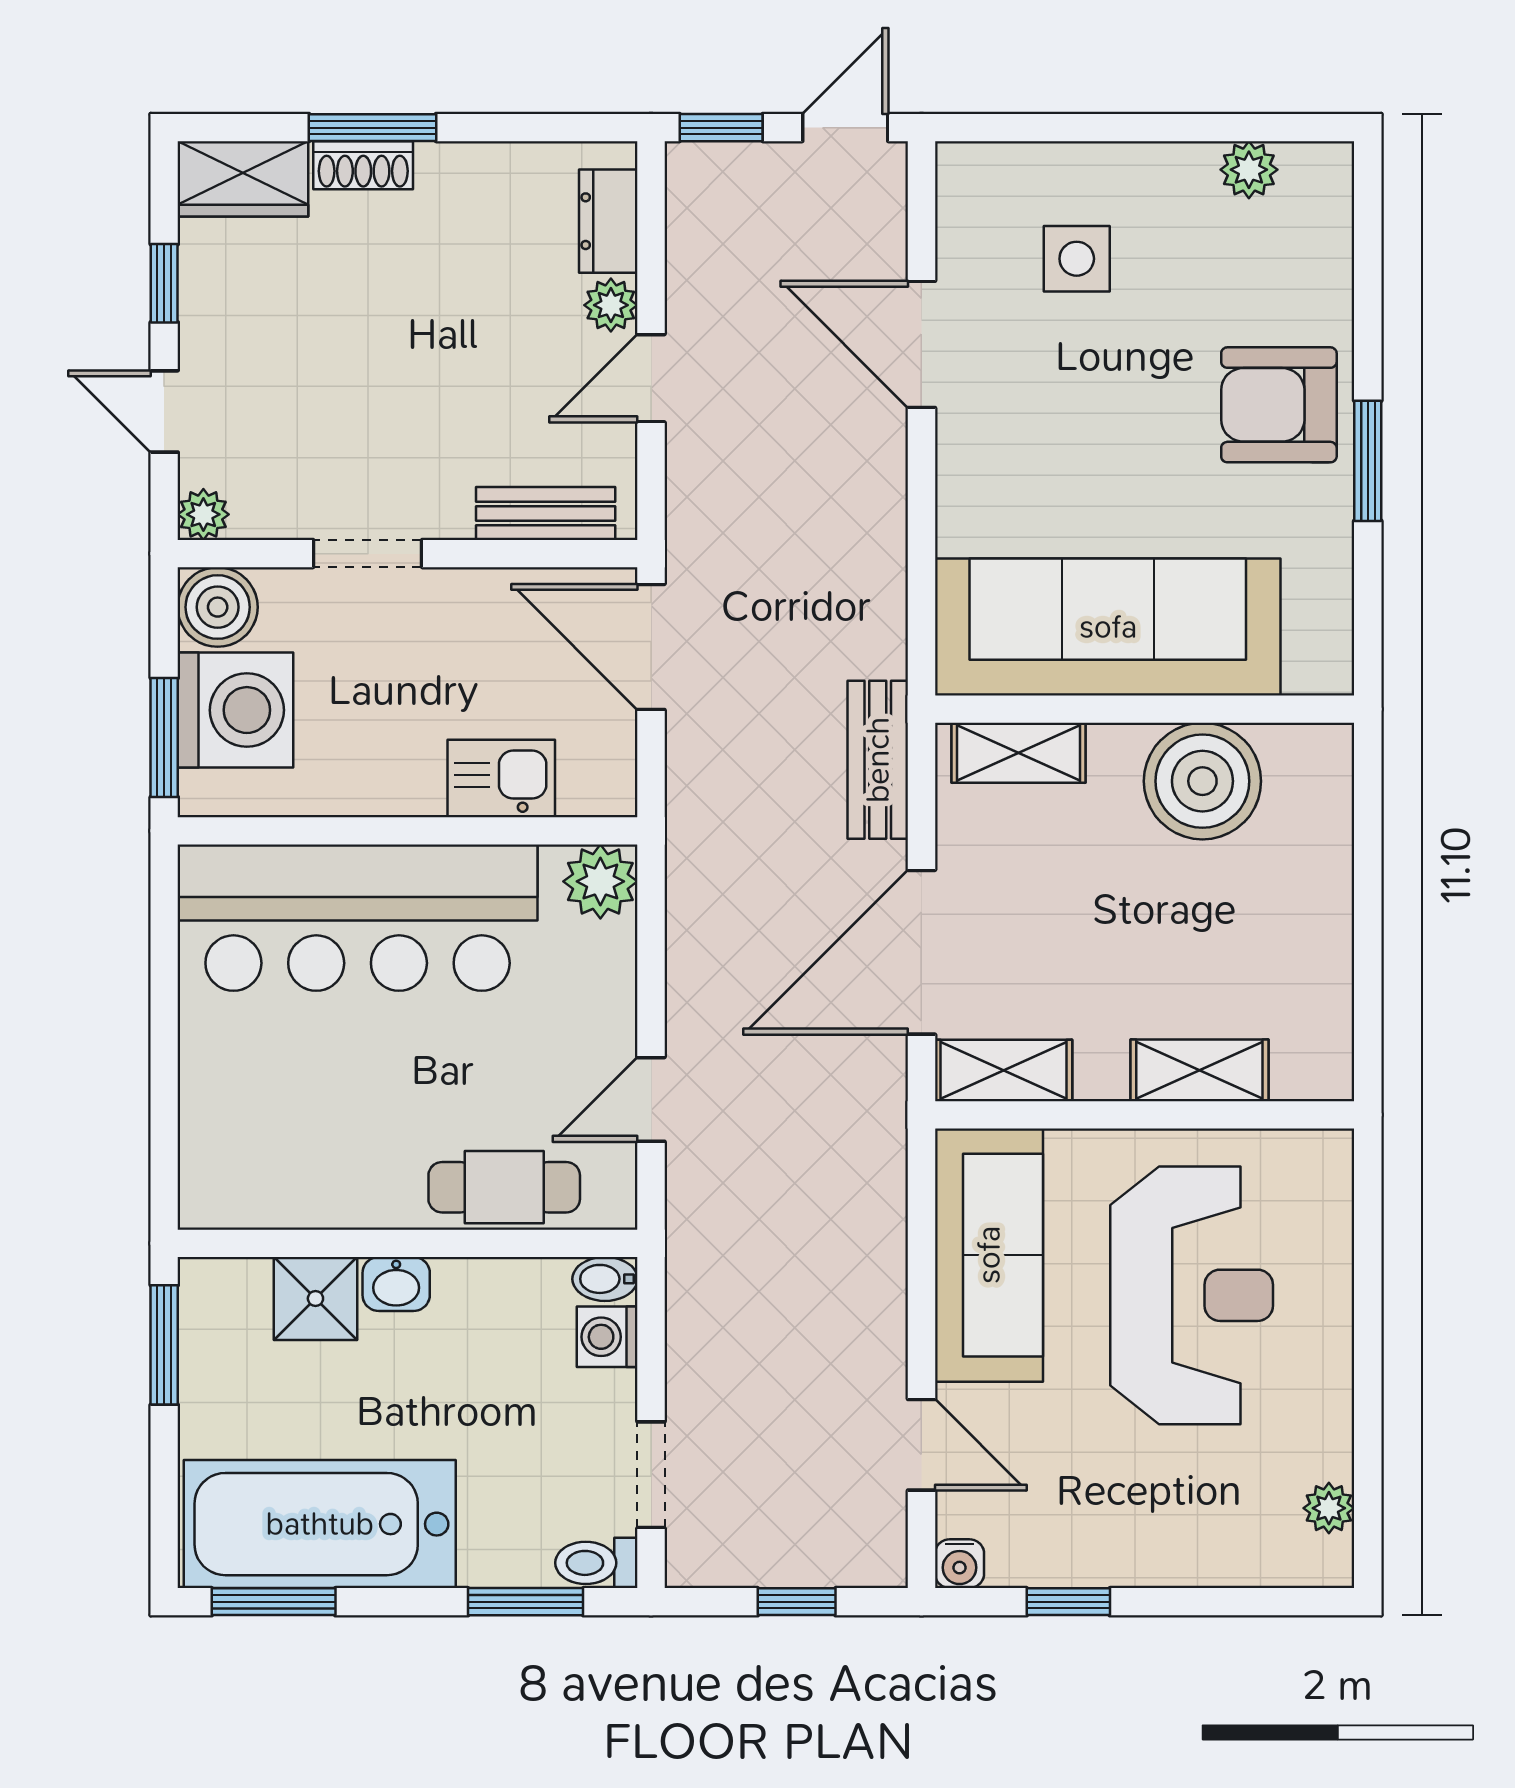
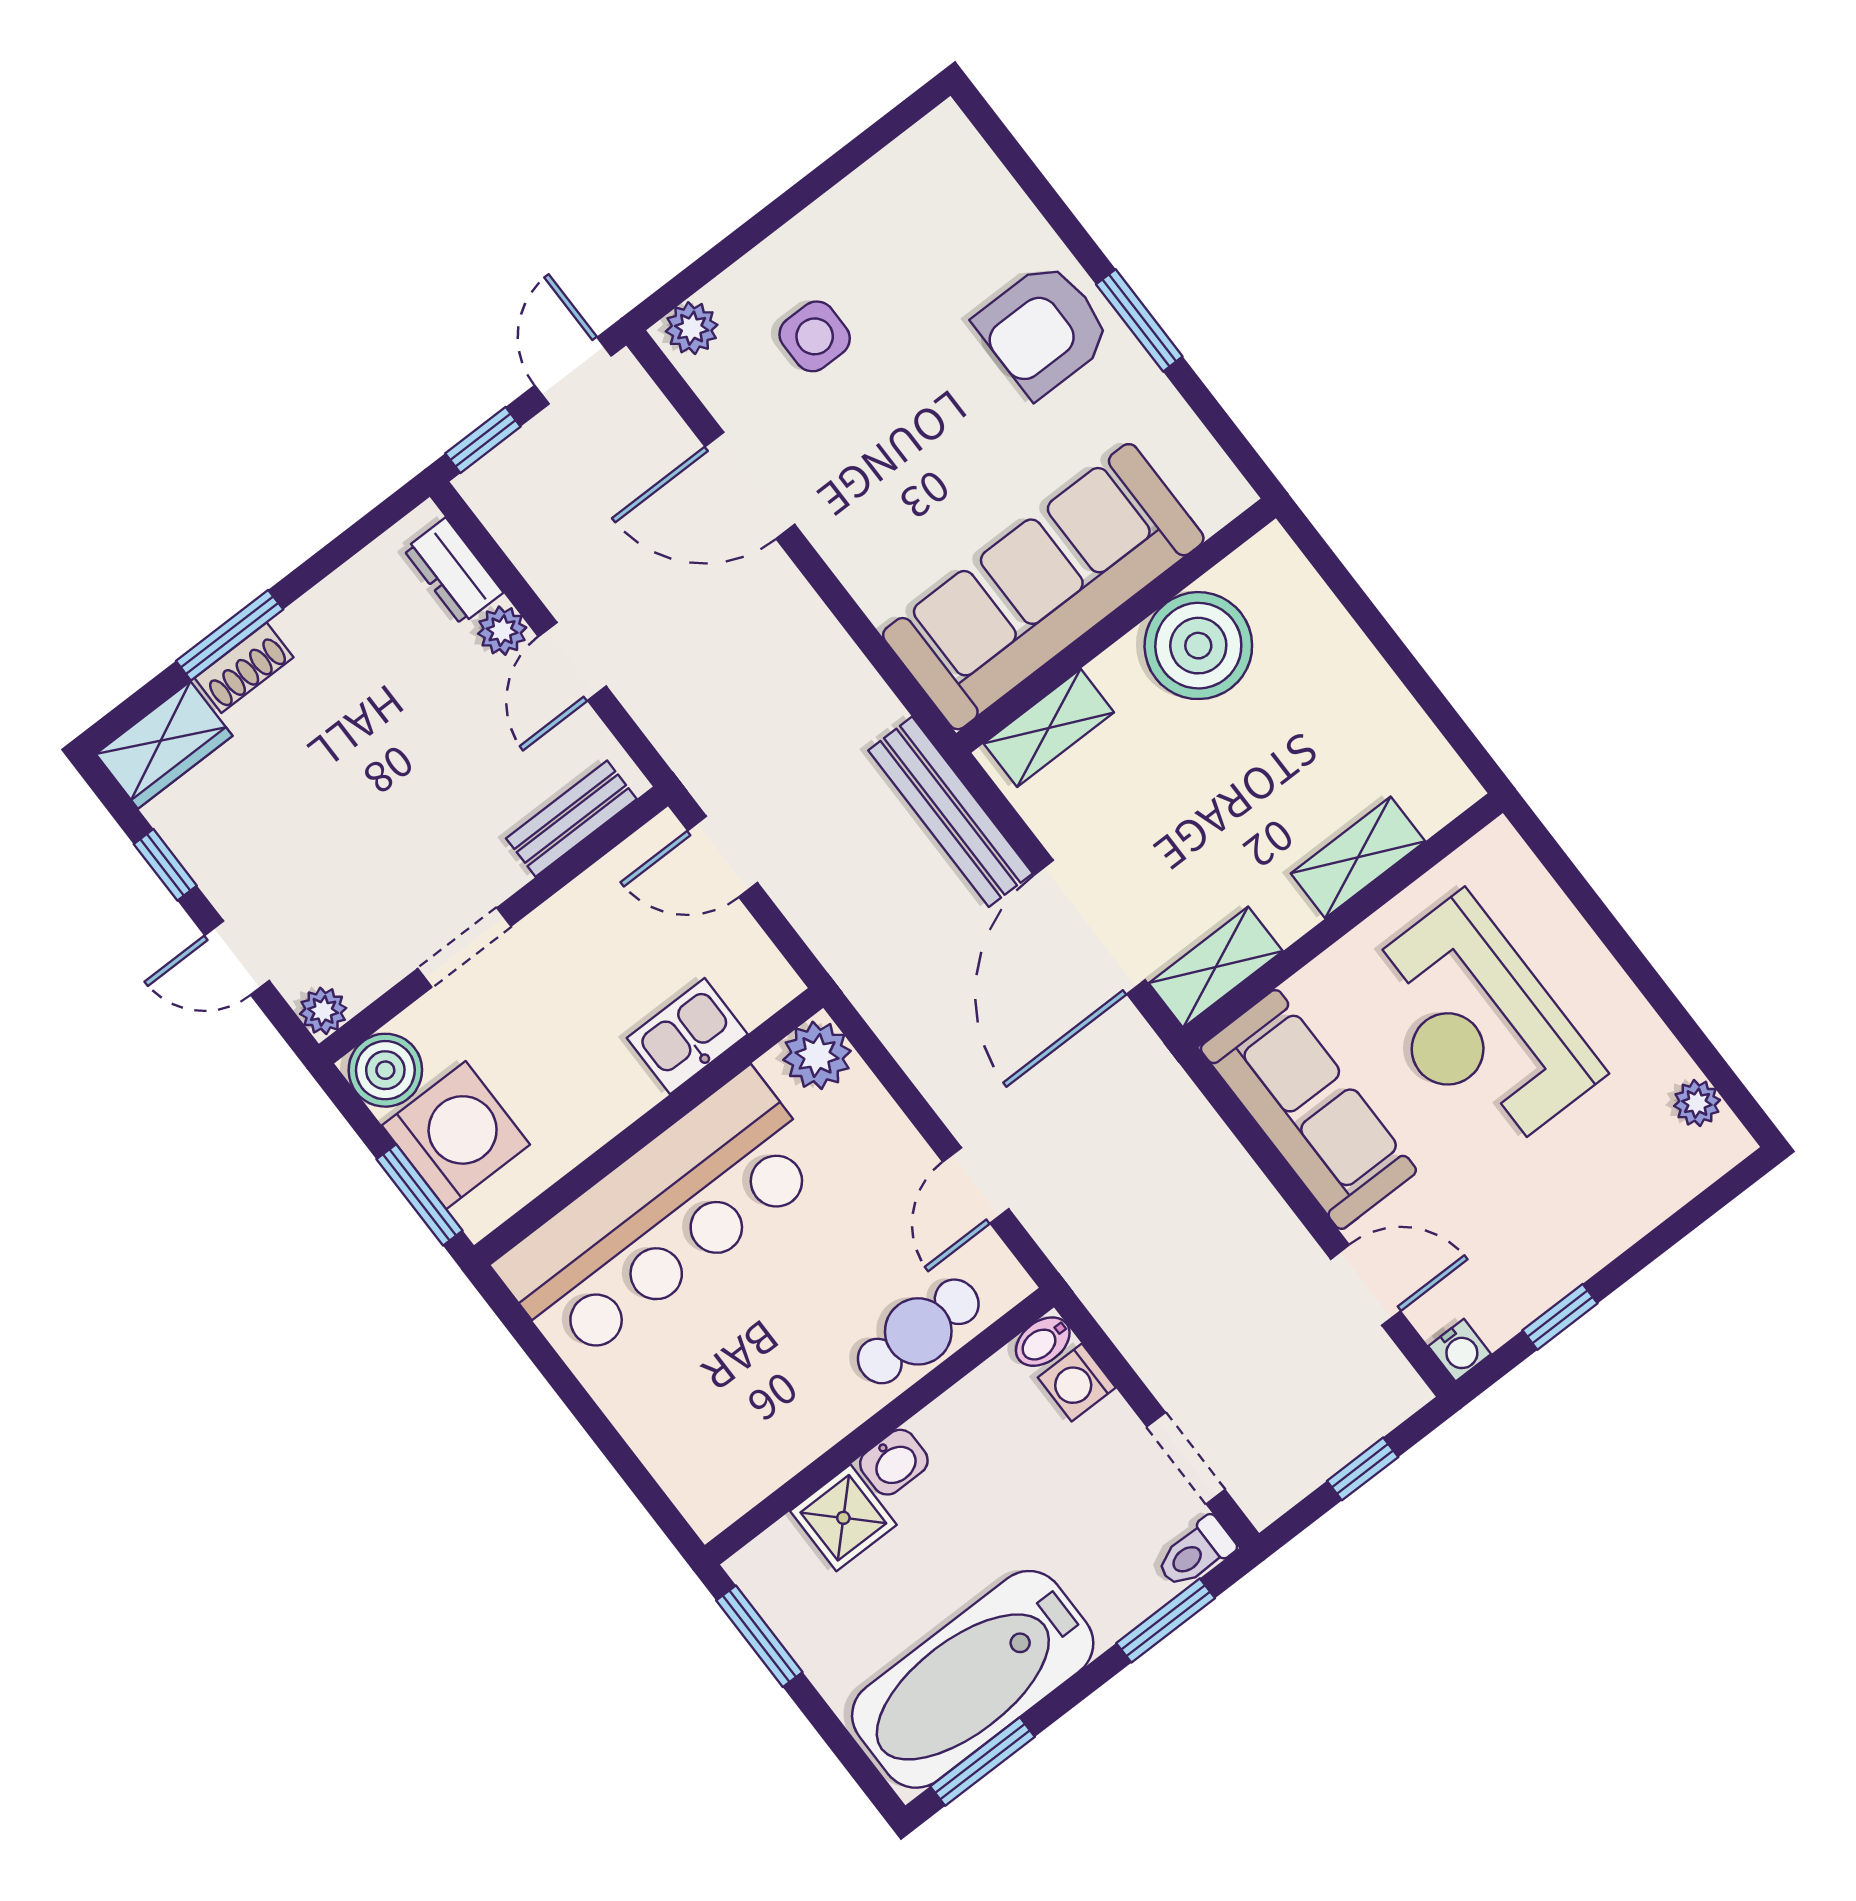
plant: (1249, 170) -> (692, 328), moved
door: (651, 647) -> (723, 857), width x0.73
bench: (878, 760) -> (950, 812), width x1.36
reception desk: (1192, 1295) -> (1478, 1025), turned 180

